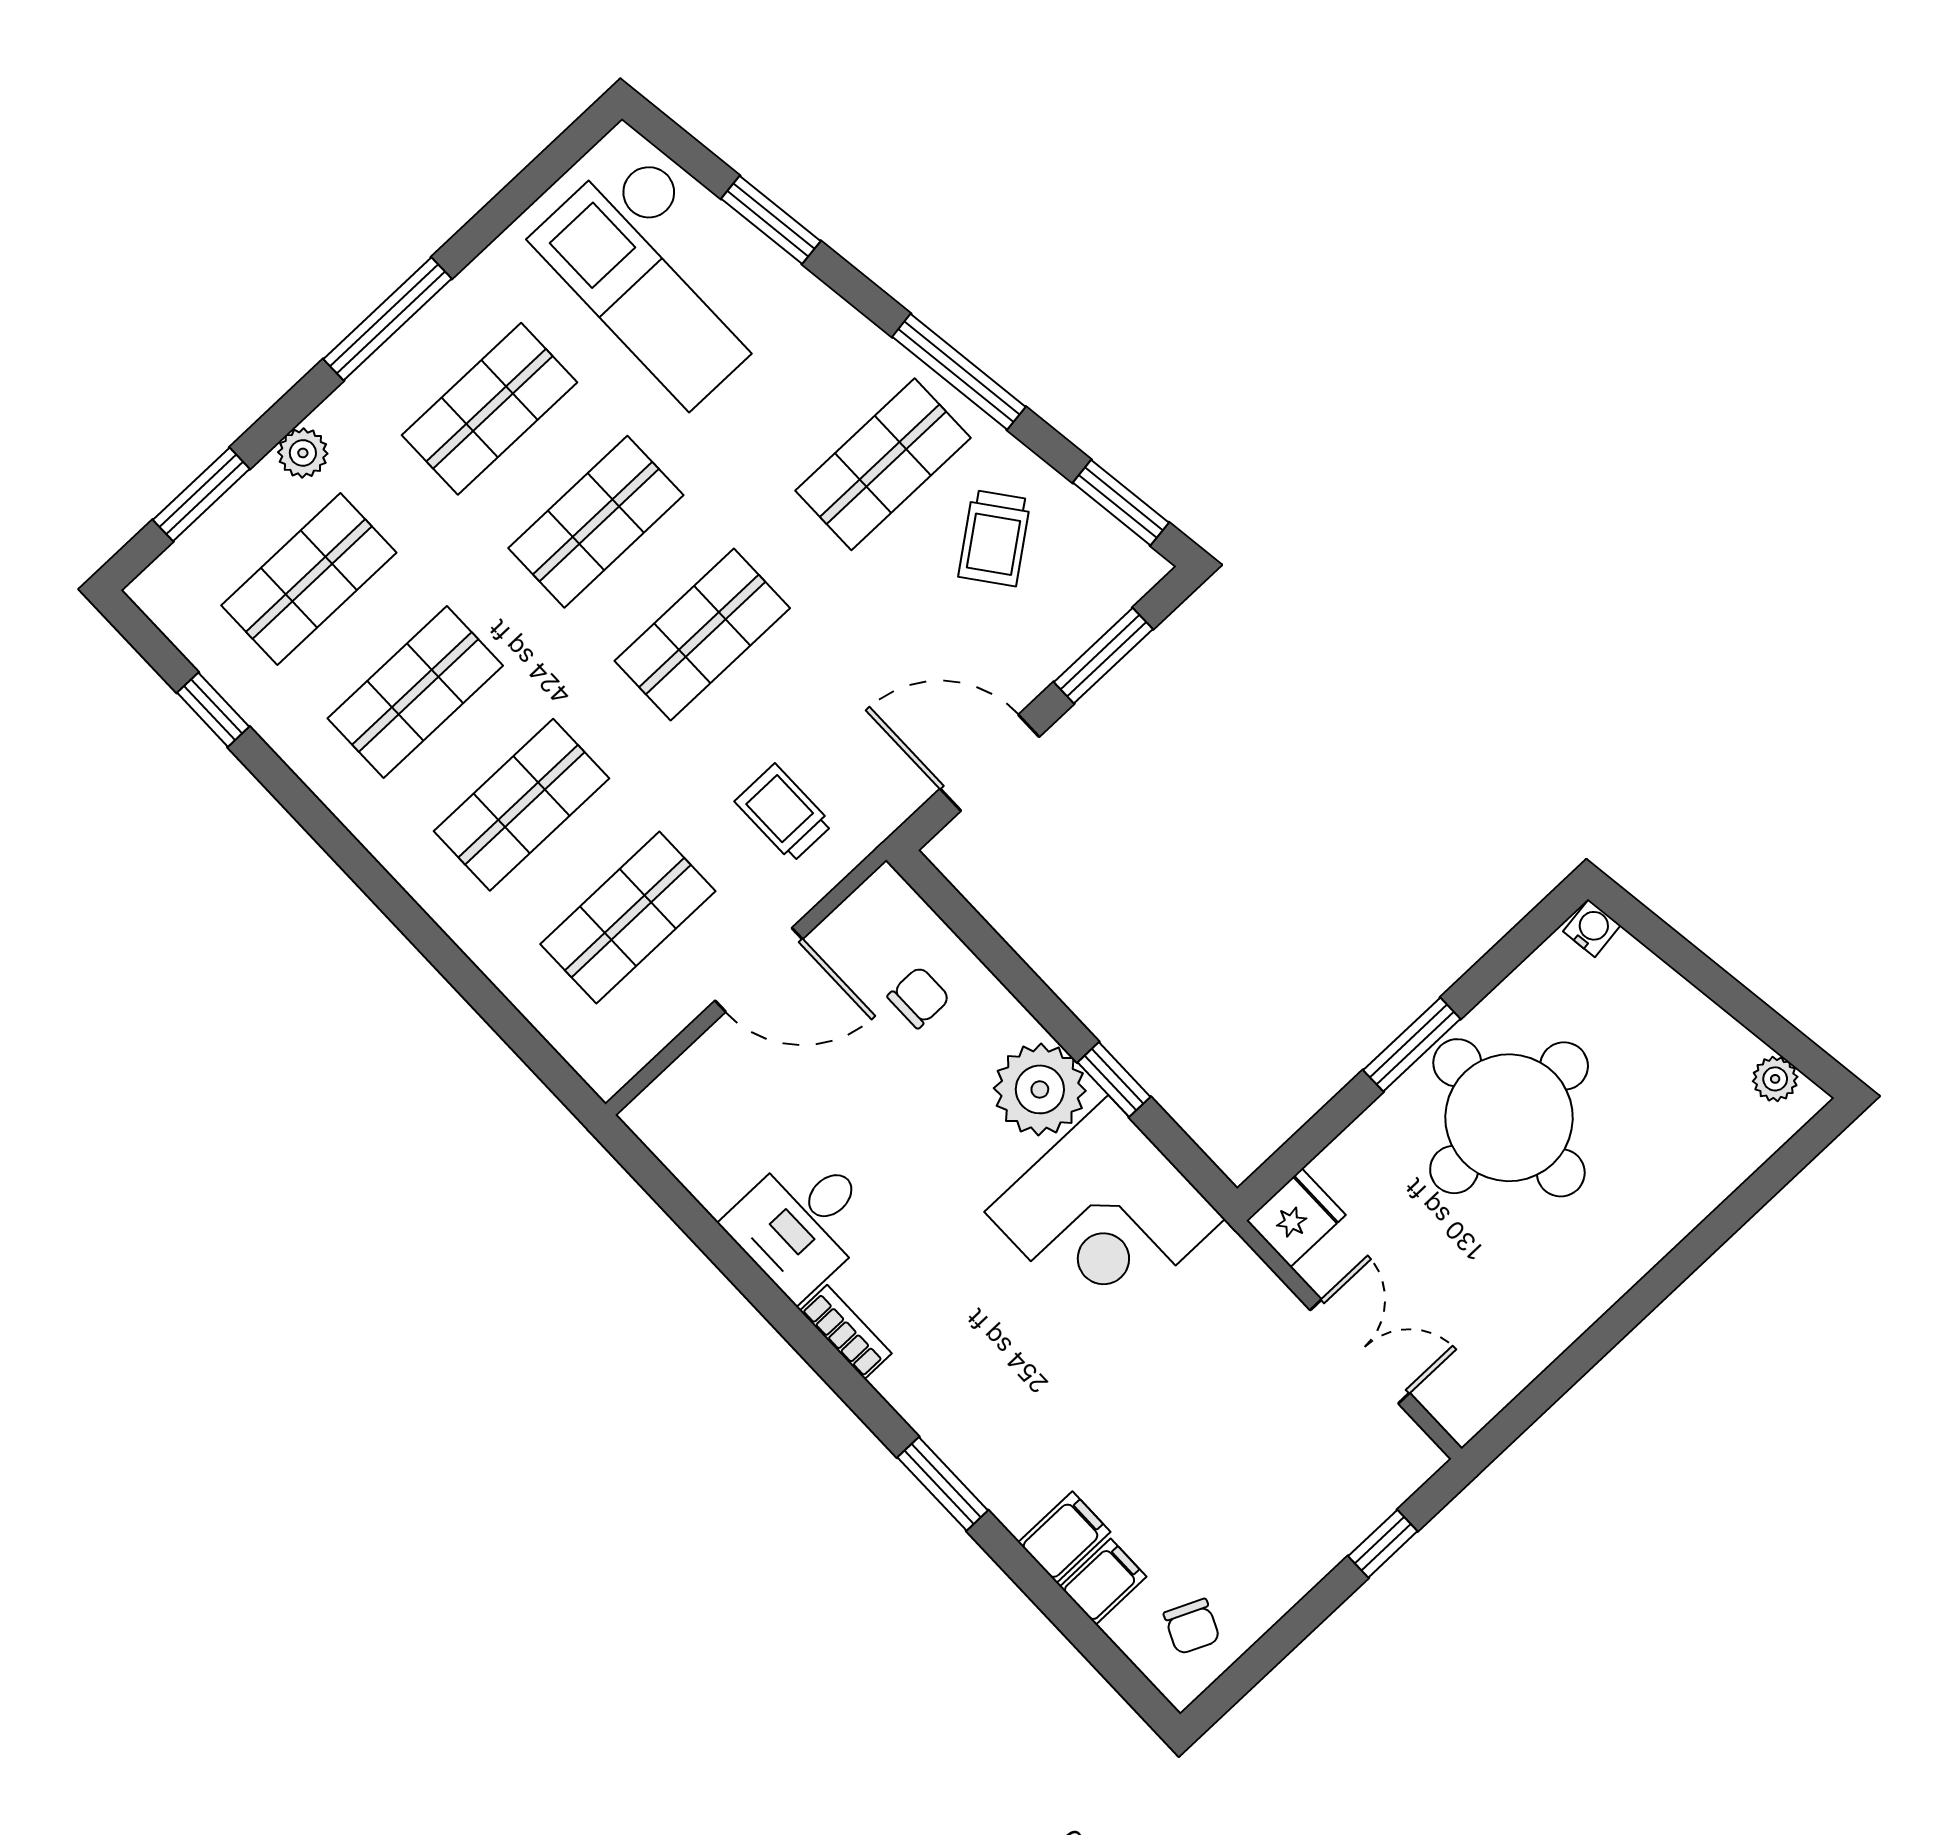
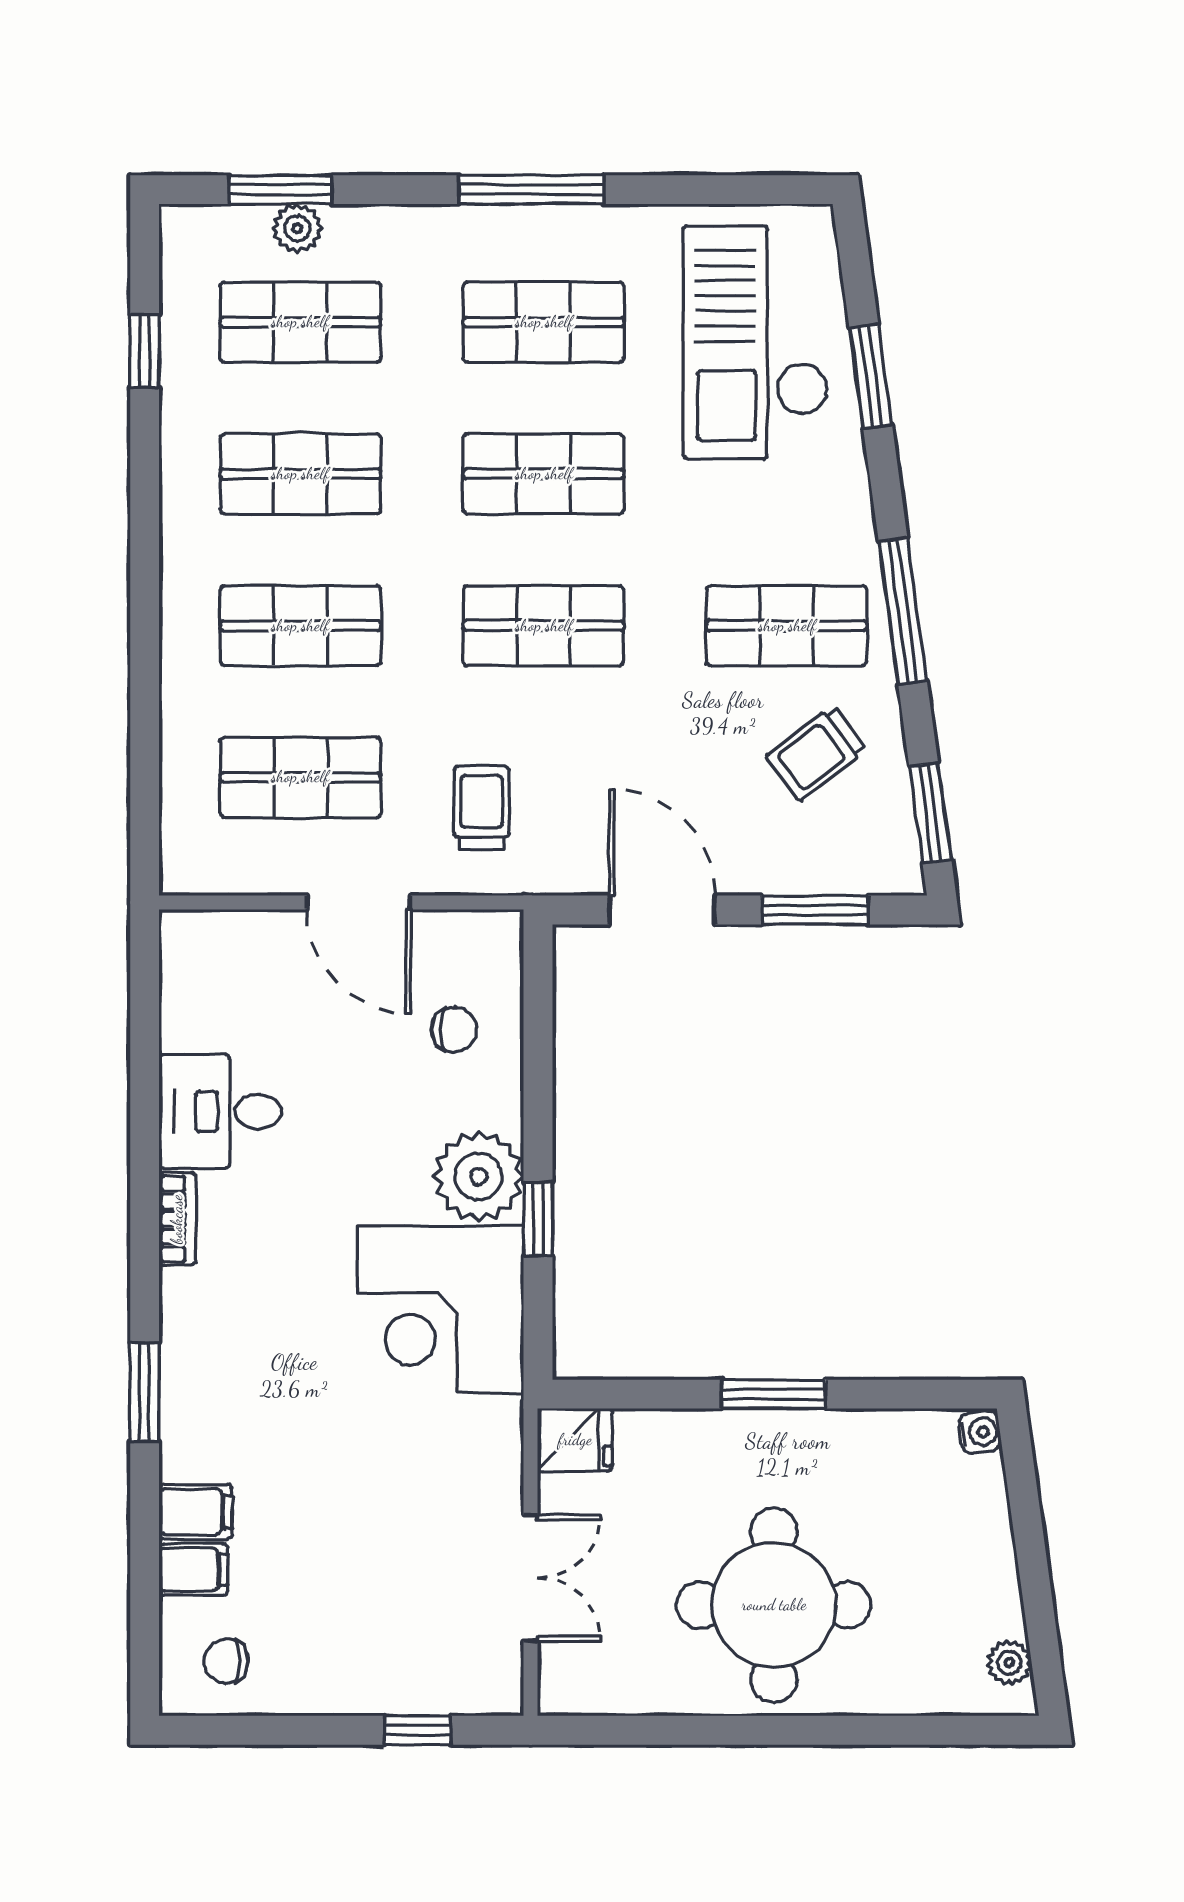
plant: (303, 453) -> (297, 228), moved
round table: (1509, 1118) -> (774, 1605), moved
chair: (1192, 1627) -> (226, 1661), turned 66

